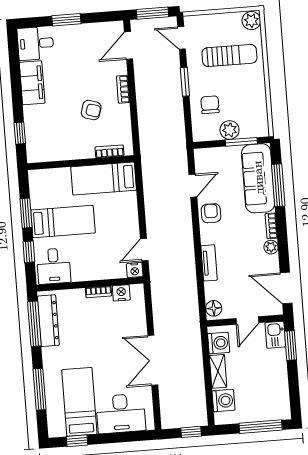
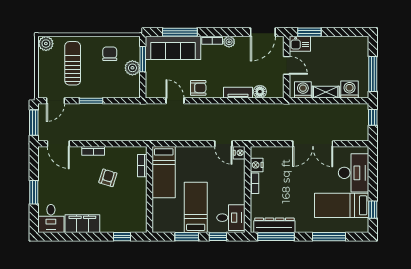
chair: (210, 105) -> (110, 54), moved, turned 90
armchair: (211, 213) -> (198, 88), turned 180
floor lamp: (214, 308) -> (260, 92), moved
window: (261, 427) -> (373, 74), moved

